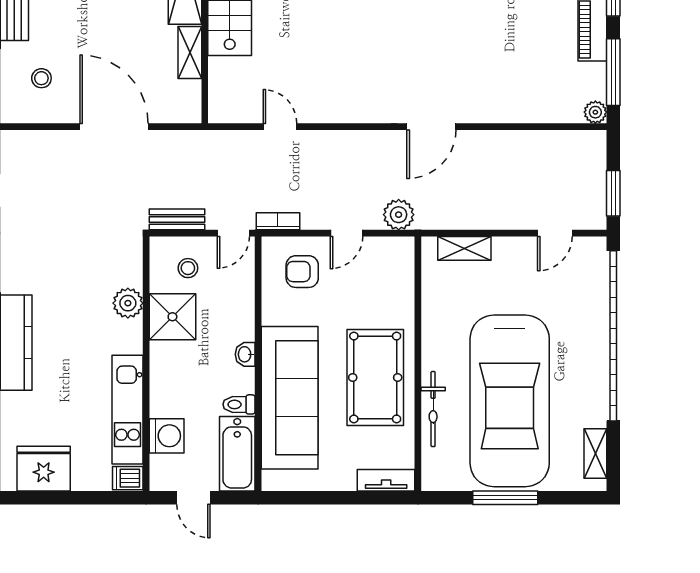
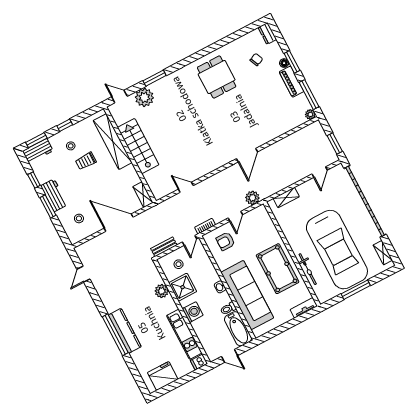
shelving: (190, 53) -> (143, 195), moved
washing machine: (167, 436) -> (193, 312), moved

